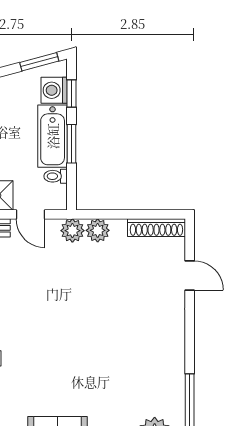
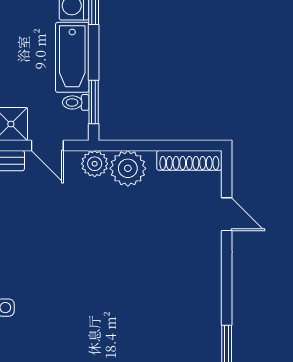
window: (72, 144) -> (94, 102), moved
plant: (98, 230) -> (128, 168), width x1.36, depth x1.36

